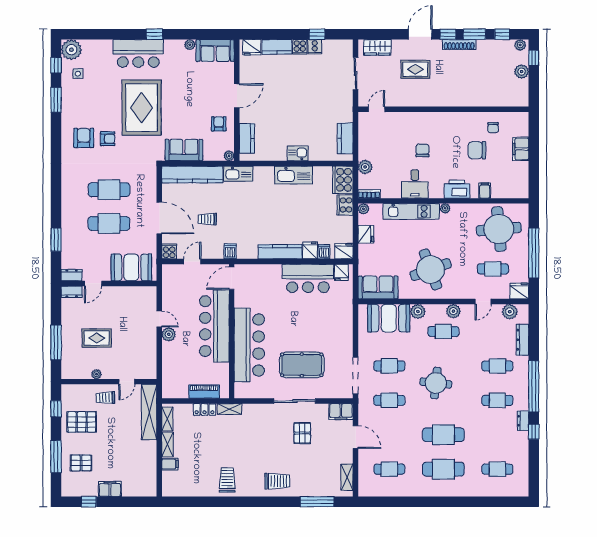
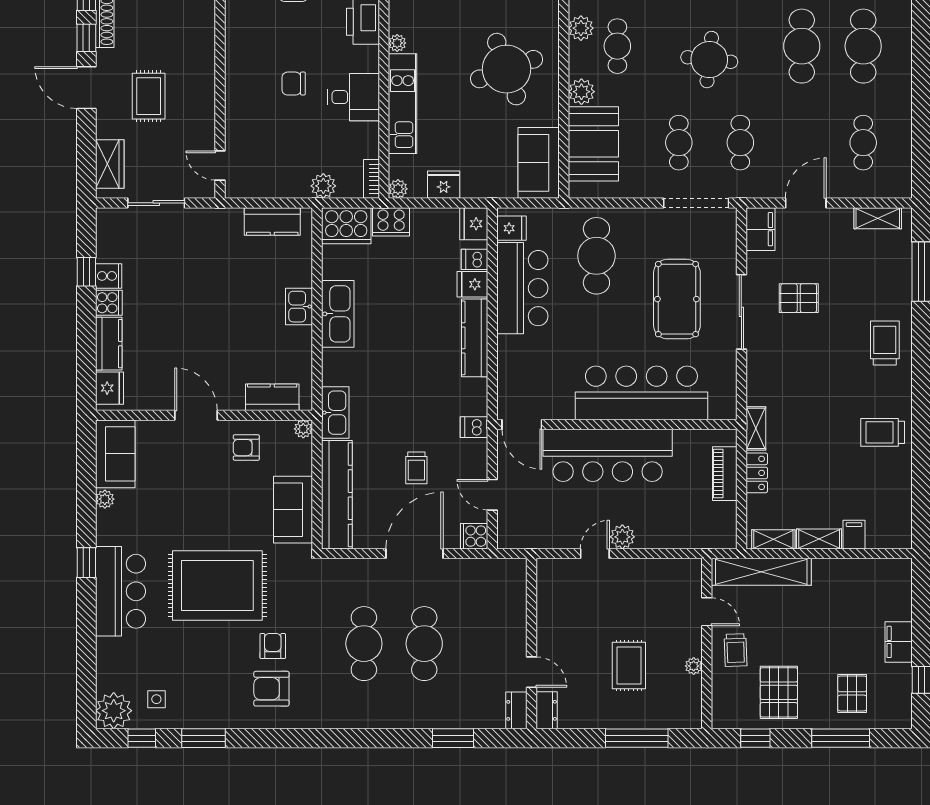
booth: (131, 267) -> (503, 604), removed
cafe table: (326, 320) -> (596, 256), added

